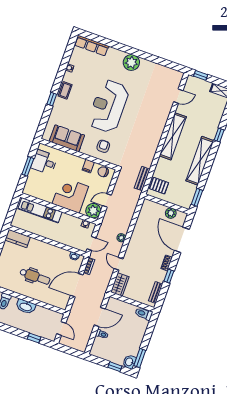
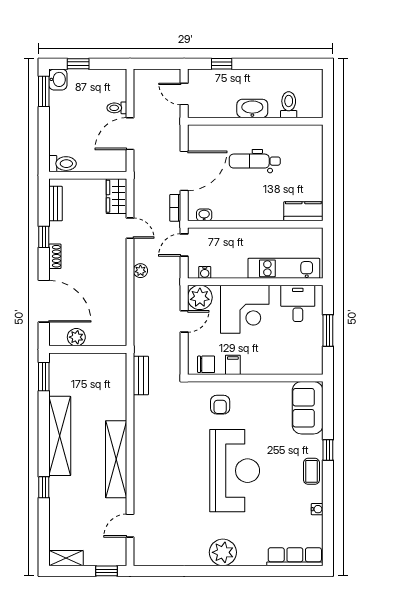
sofa: (67, 138) -> (308, 408), moved, turned 90
desk: (44, 162) -> (298, 303), moved, turned -90
pallet: (159, 186) -> (110, 374), removed

